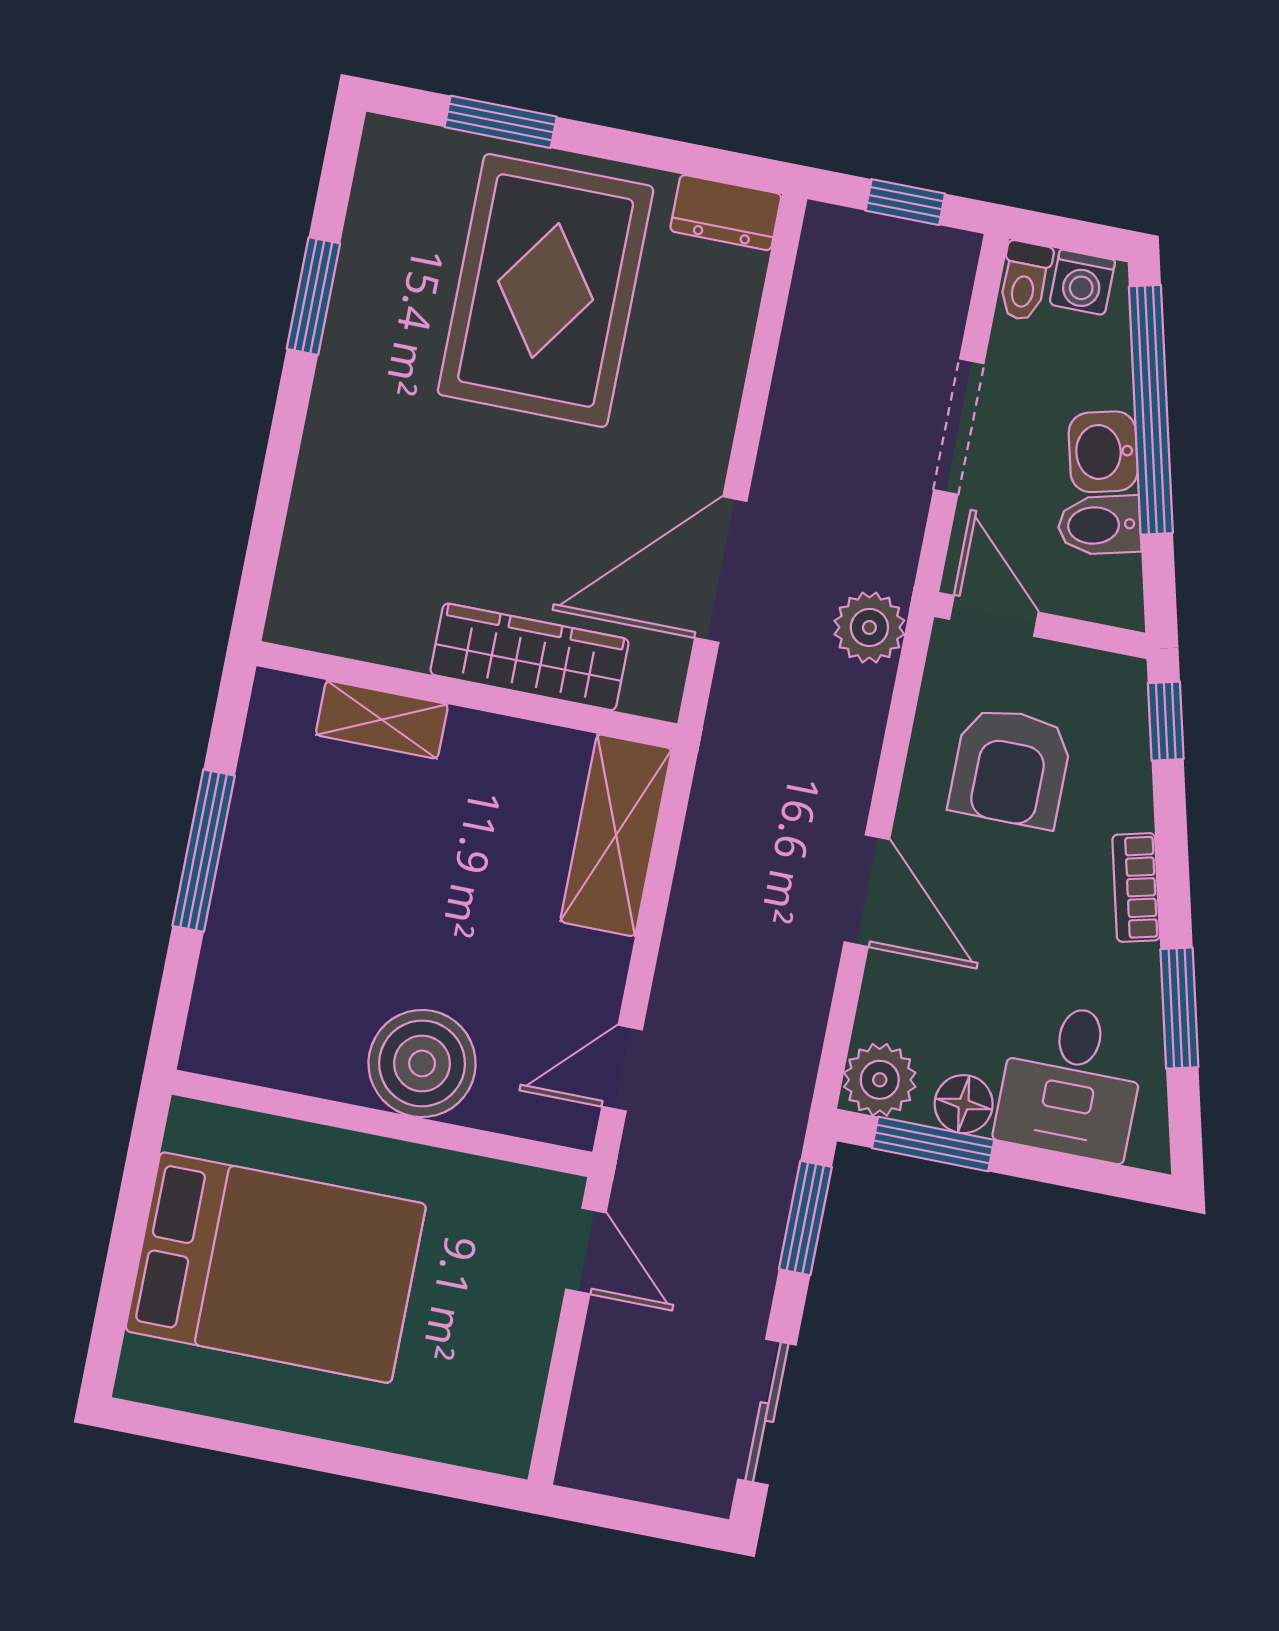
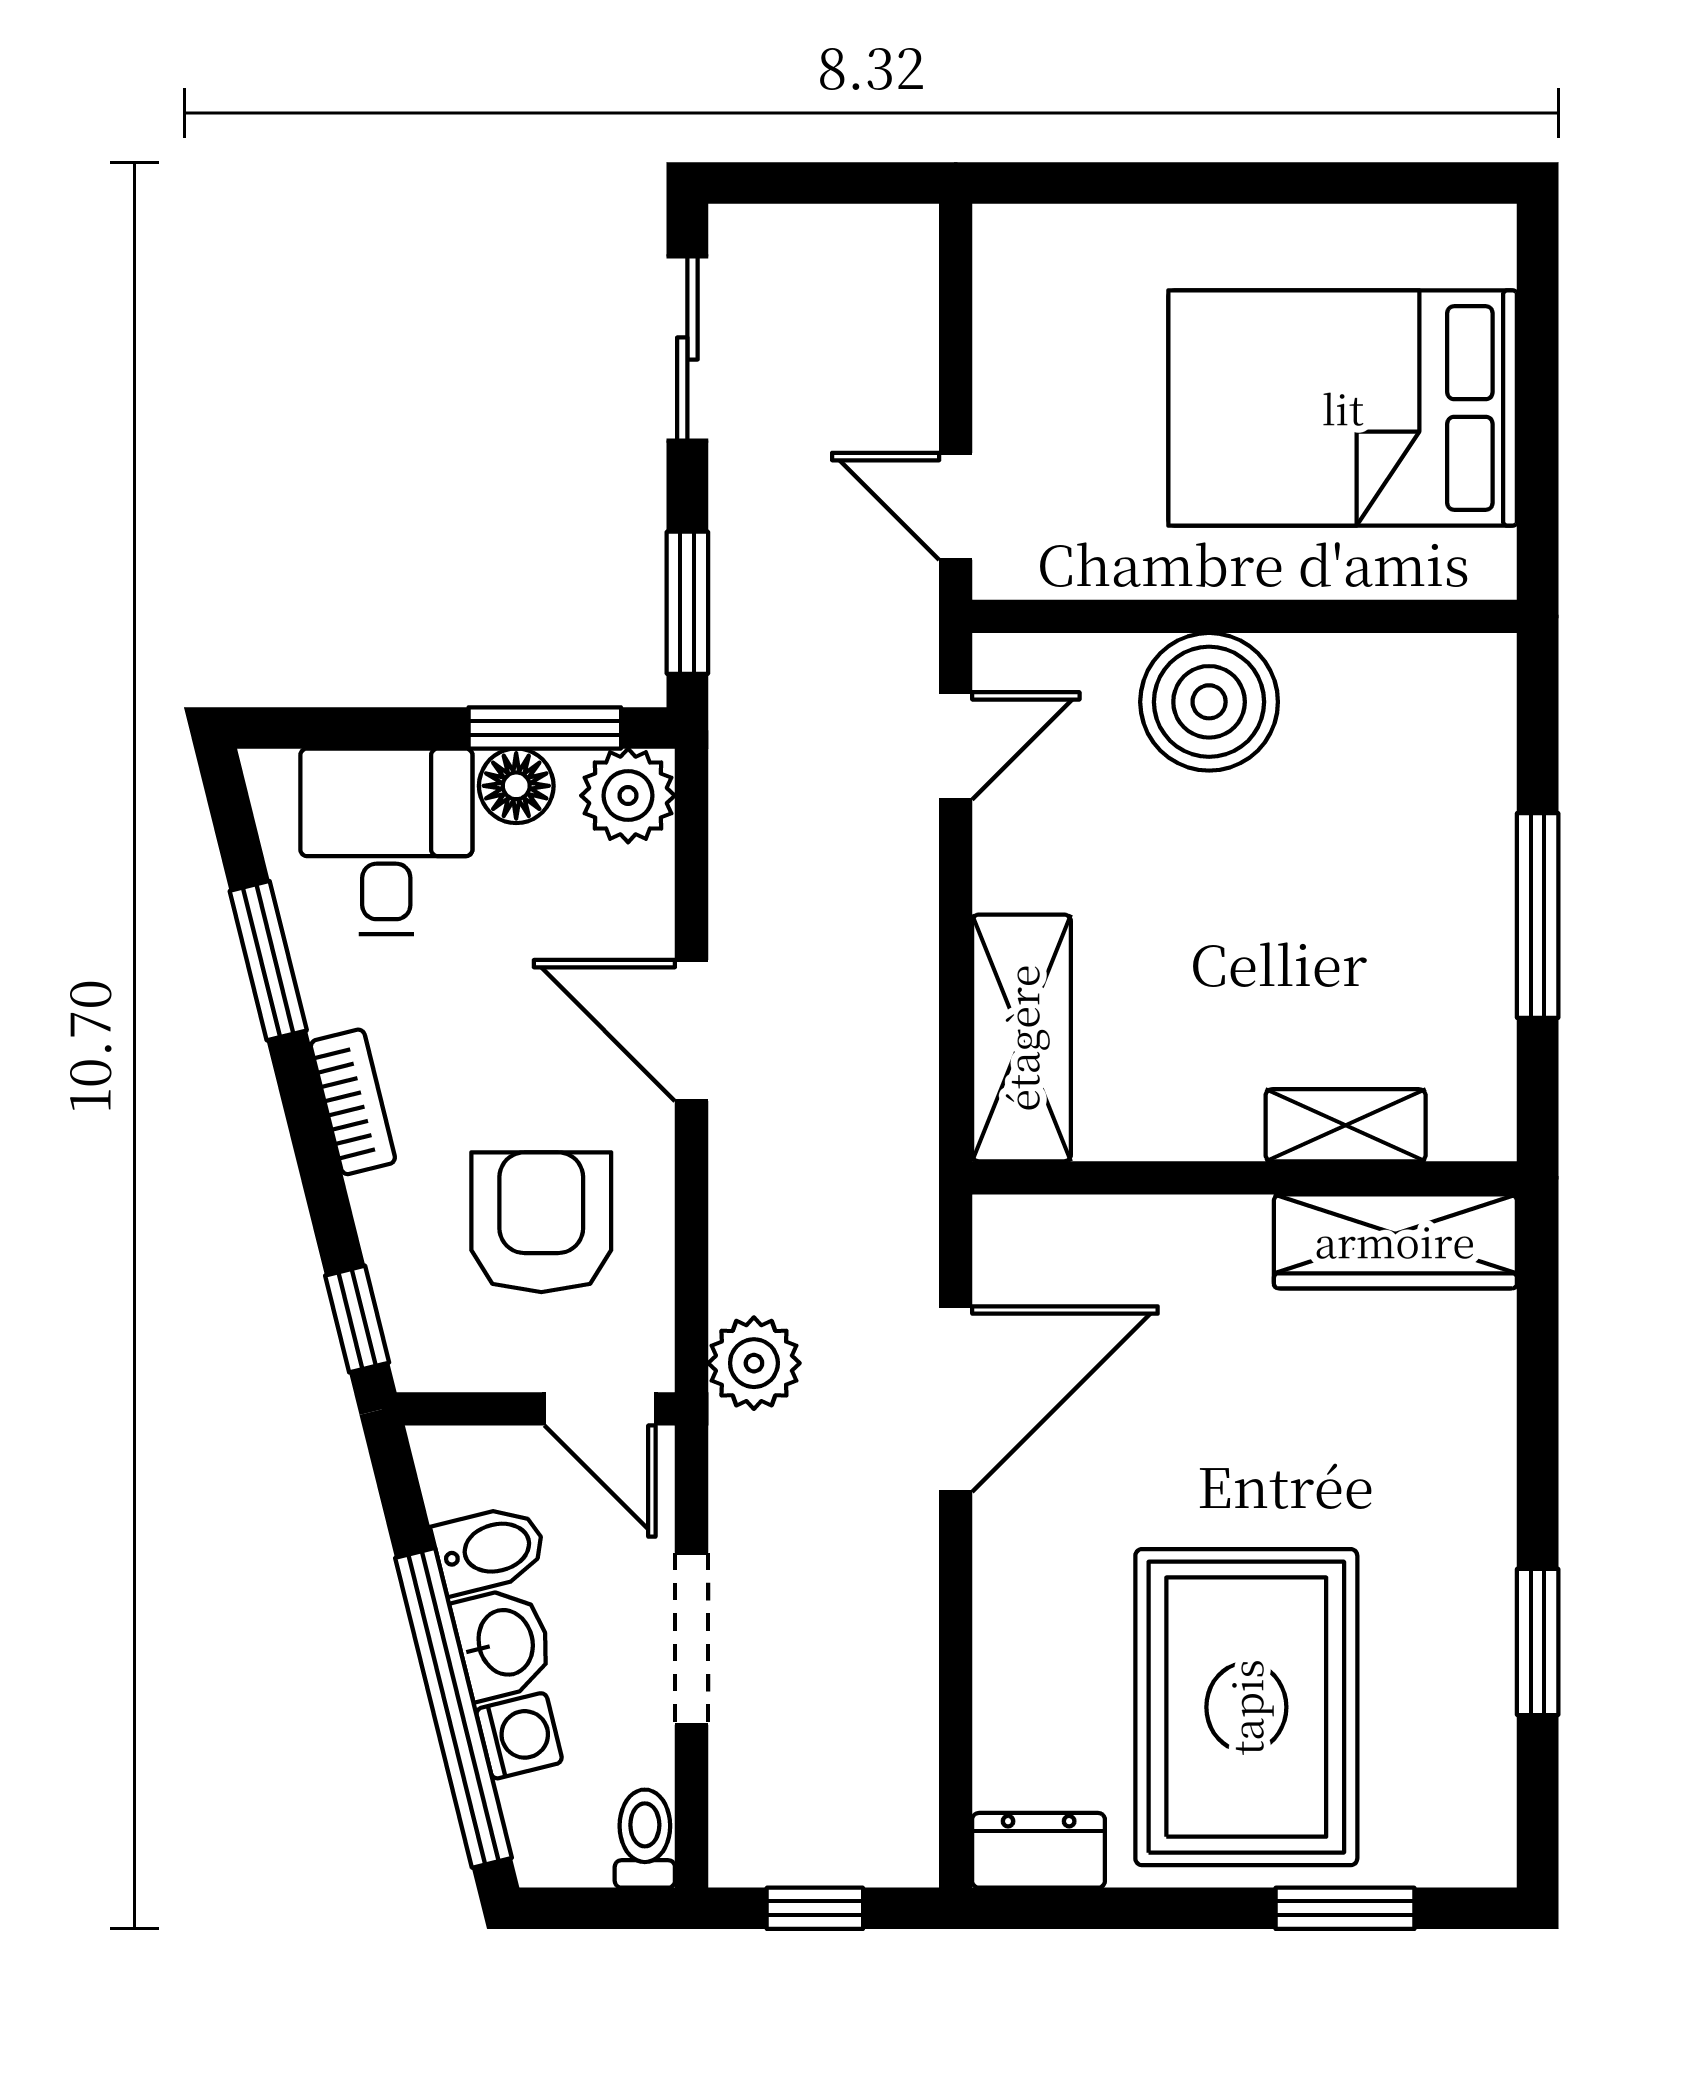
washing machine: (1082, 282) -> (519, 1736), moved, turned 76
wardrobe: (529, 657) -> (1395, 1241), moved

